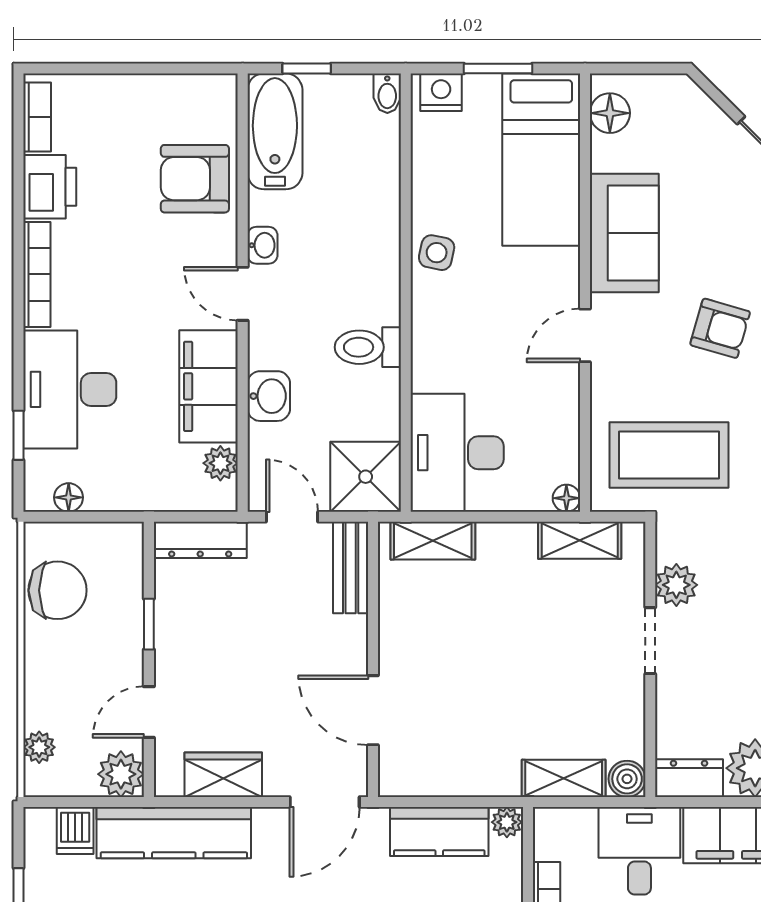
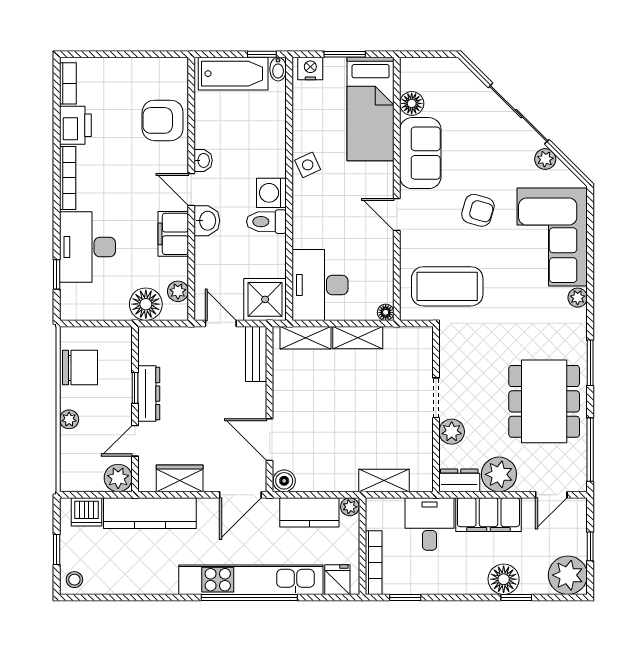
window: (307, 68) -> (262, 54), moved
floor lamp: (610, 113) -> (412, 103), moved
bathtub: (275, 131) -> (233, 74), moved, turned 90
side table: (437, 253) -> (308, 165), turned -37
washing machine: (376, 299) -> (271, 193), added
door: (585, 335) -> (397, 215), hinge flipped
filing cabinet: (209, 386) -> (173, 234), width x0.67, depth x0.86
washbasin: (269, 396) -> (207, 221), moved
floor lamp: (69, 497) -> (146, 304), moved, width x1.89, depth x1.89
dresser: (200, 540) -> (149, 394), moved, turned -90
shelving: (580, 540) -> (358, 338), moved
plant: (676, 585) -> (452, 432), moved
plant: (39, 747) -> (69, 419), moved
boiler: (627, 779) -> (284, 481), moved
dishwasher: (75, 831) -> (86, 512), width x1.38

